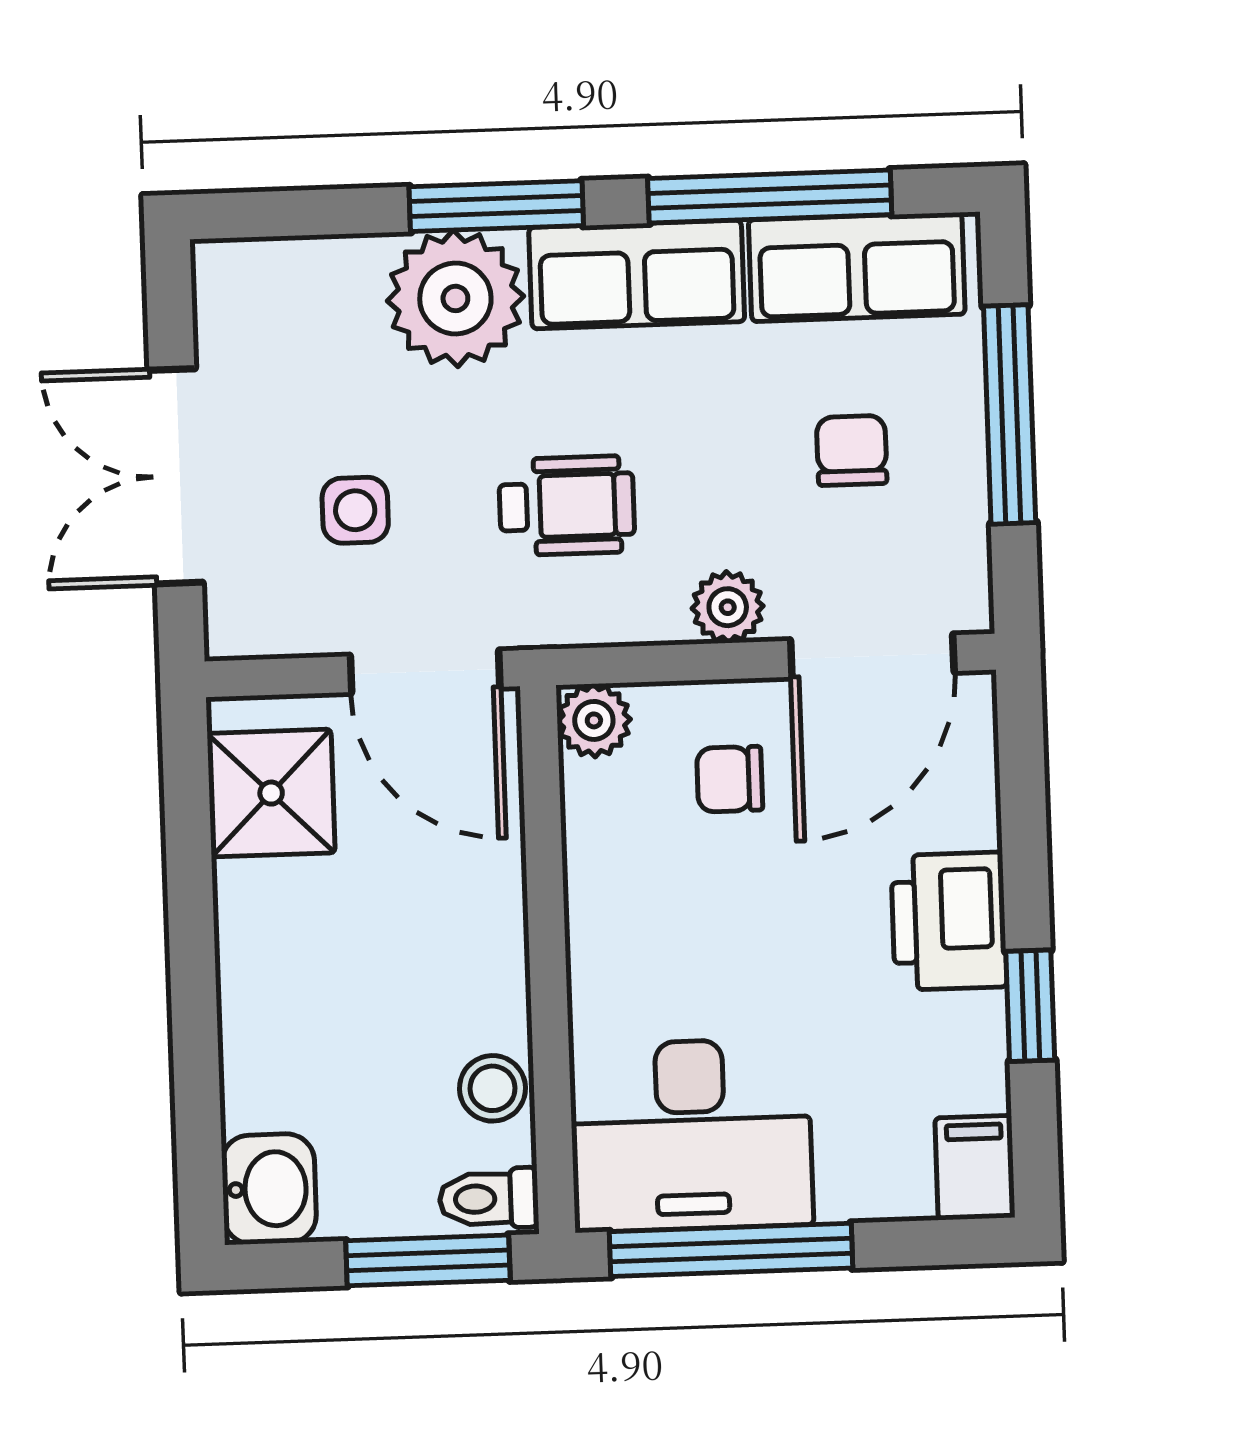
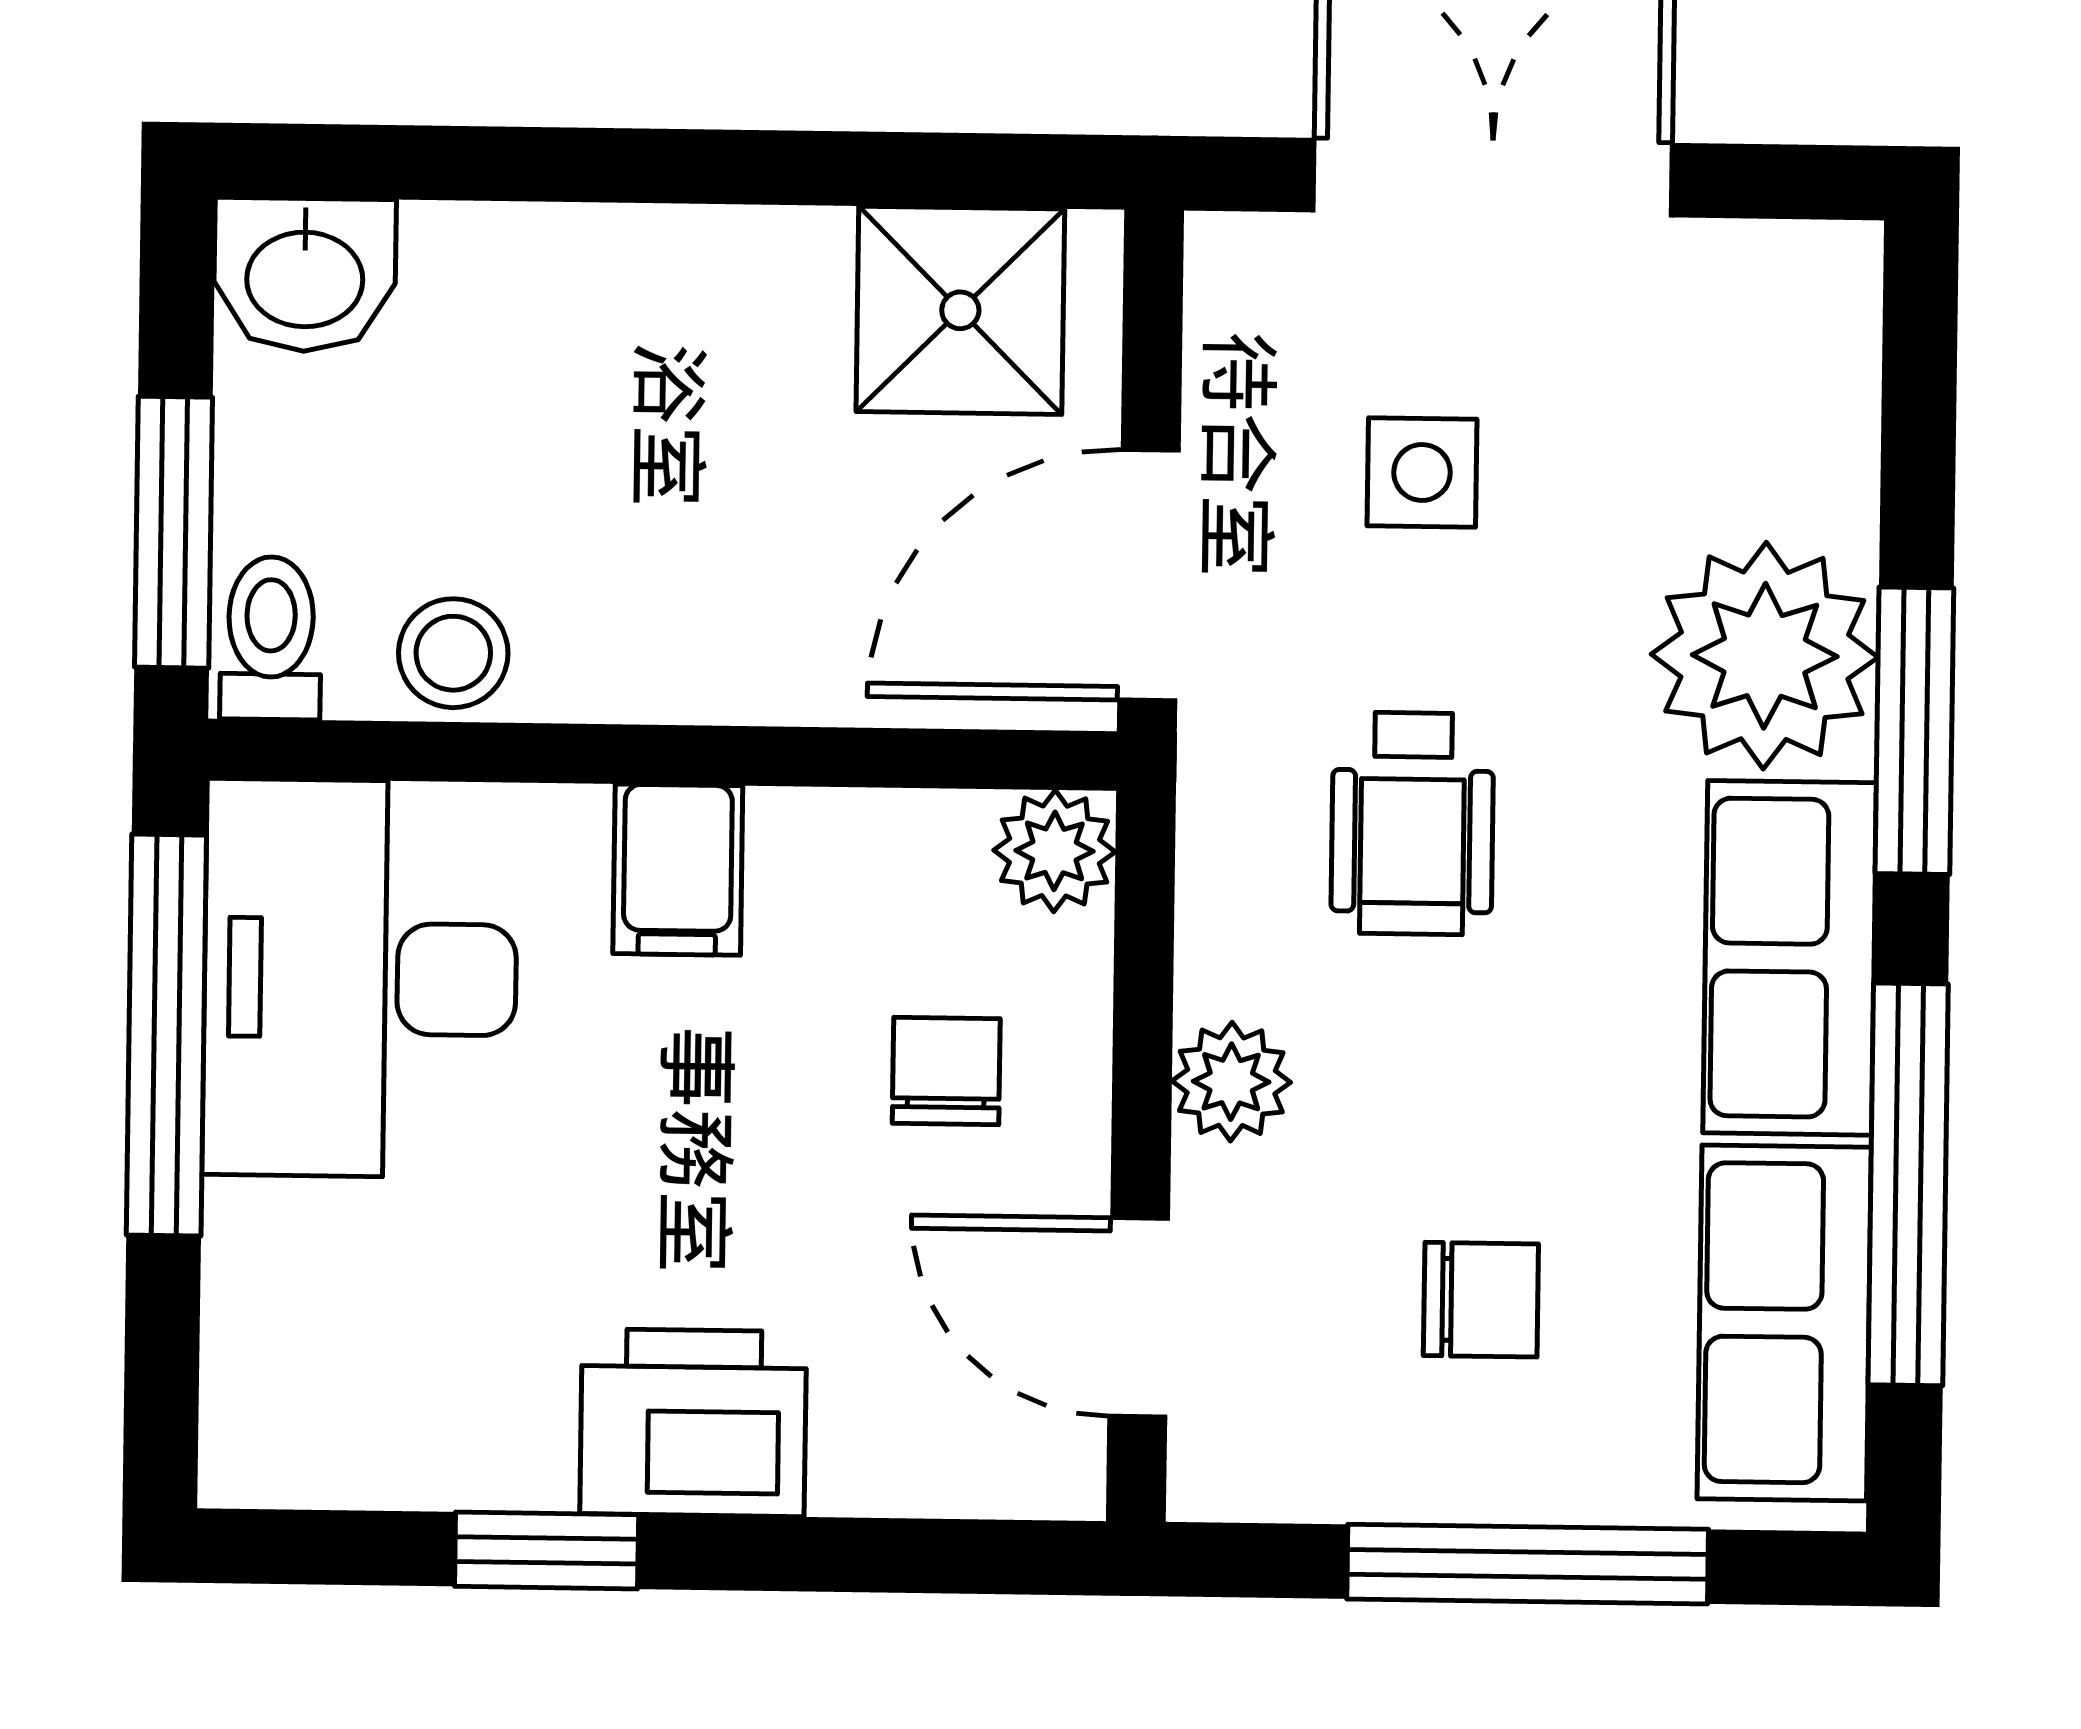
door: (872, 656) -> (1139, 1317), width x0.73
filing cabinet: (975, 1168) -> (678, 870), moved, turned 90

